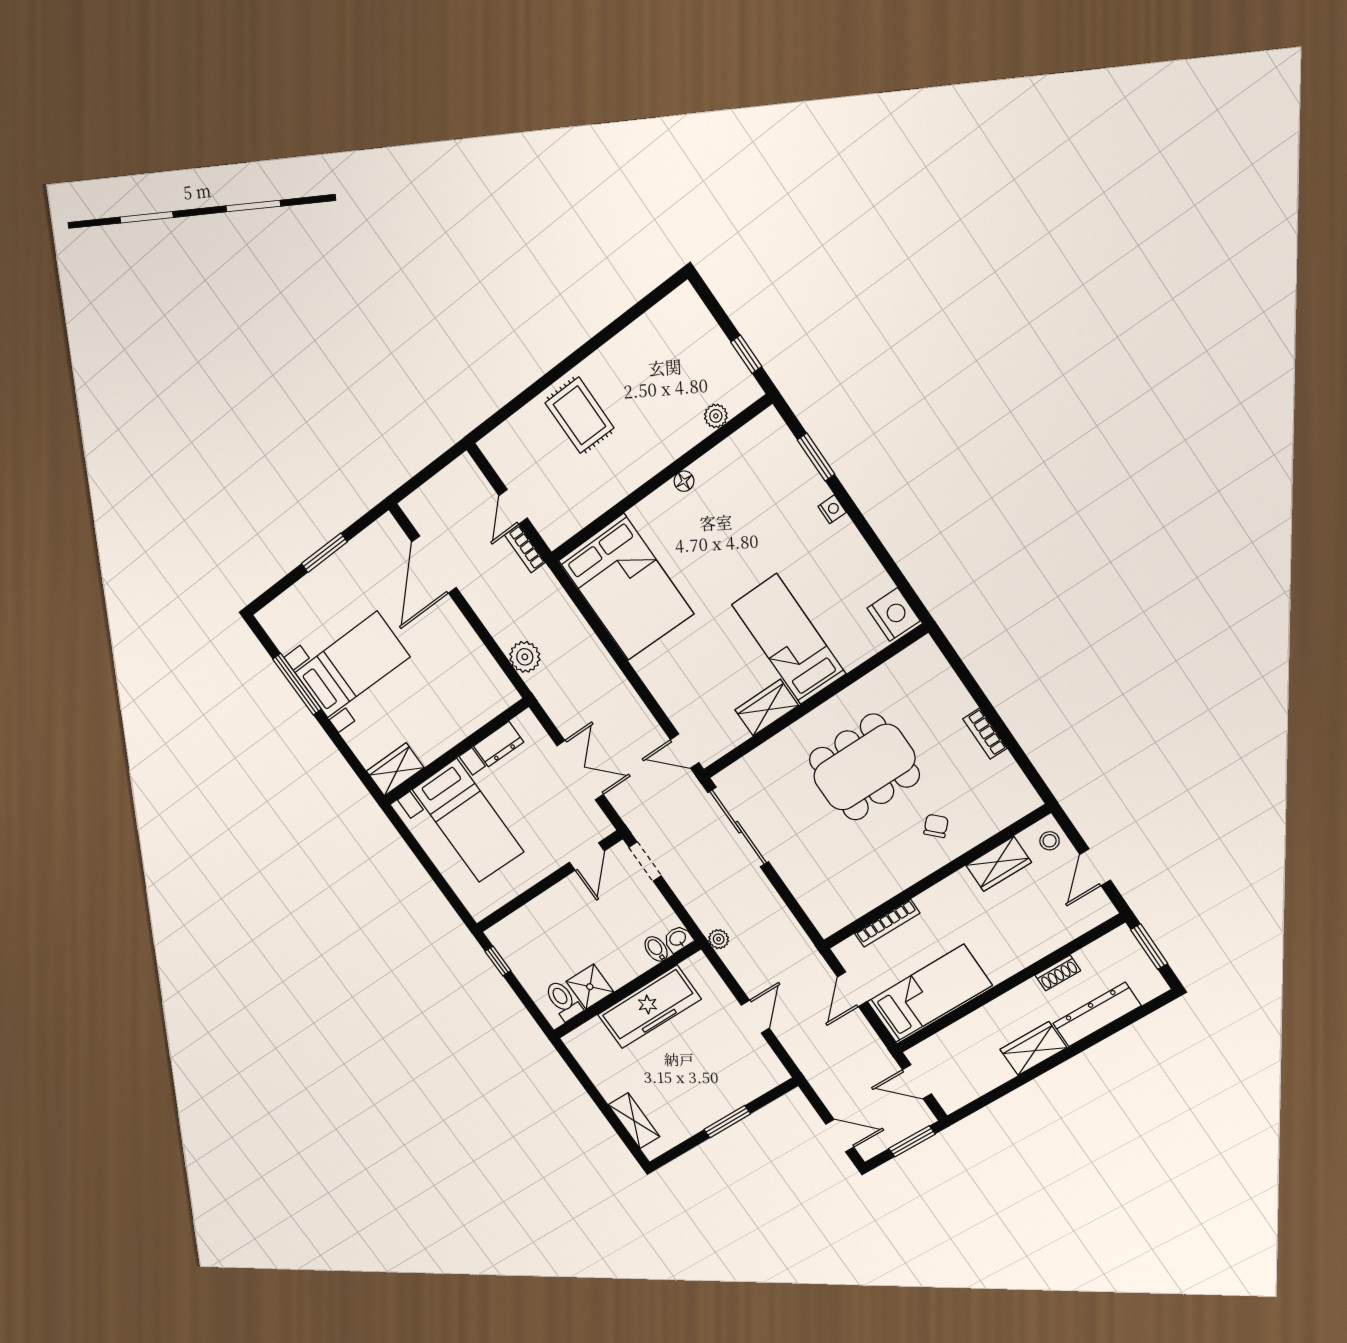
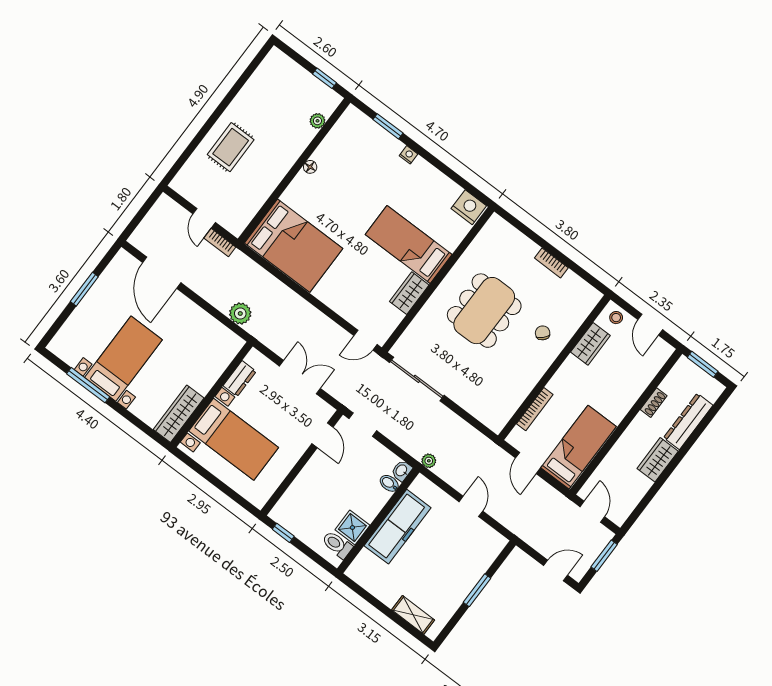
rug: (579, 415) -> (231, 147), turned 90
wardrobe: (395, 769) -> (179, 414), width x1.50
door: (917, 1082) -> (592, 512), swing flipped

